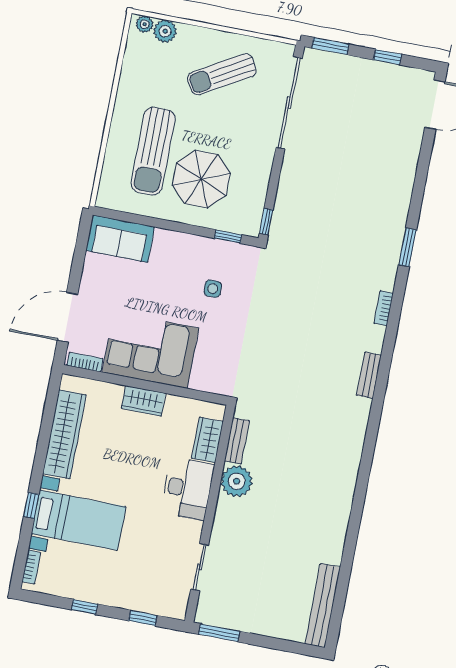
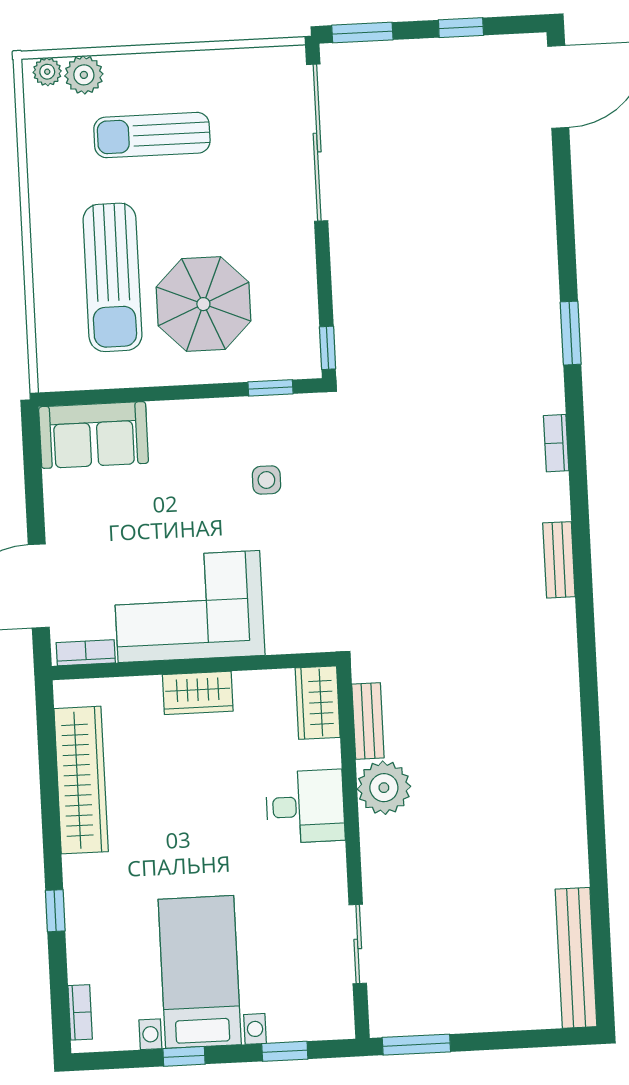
sun lounger: (222, 74) -> (152, 135), moved, turned 30
wardrobe: (207, 440) -> (318, 703), moved
desk: (188, 489) -> (305, 806), width x0.73
bed with nightstands: (79, 520) -> (200, 972), moved, turned -90

